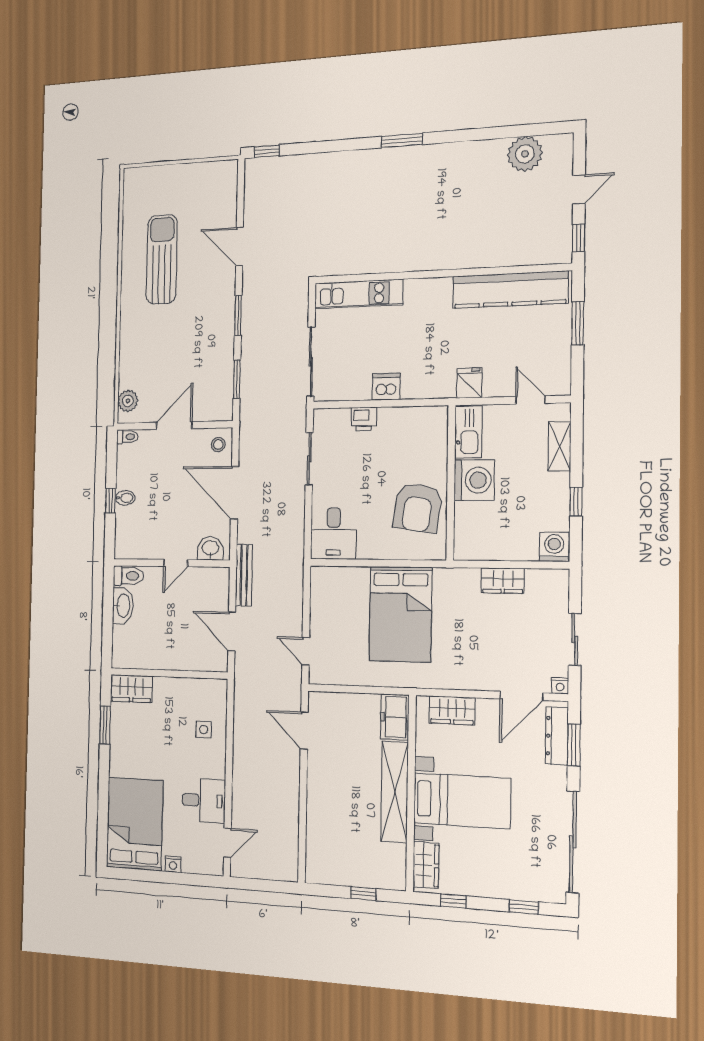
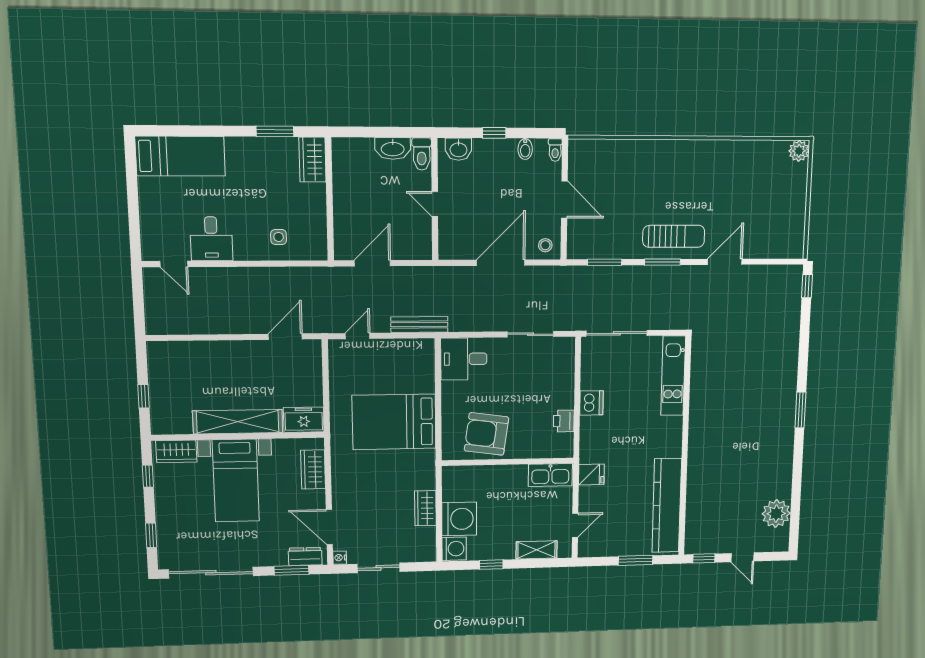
sun lounger: (162, 259) -> (674, 236), moved, width x0.73, depth x0.75
plant: (128, 401) -> (799, 151), moved
printer: (364, 419) -> (564, 421), moved
washing machine: (474, 480) -> (459, 519), moved, turned -90
bidet: (125, 498) -> (525, 149), moved
washbasin: (210, 549) -> (458, 149), moved, turned 90
bench: (244, 575) -> (419, 324), moved
dresser: (557, 736) -> (305, 556), width x0.70
bed: (135, 824) -> (180, 156), width x0.67
nightstand: (173, 864) -> (146, 208), removed

